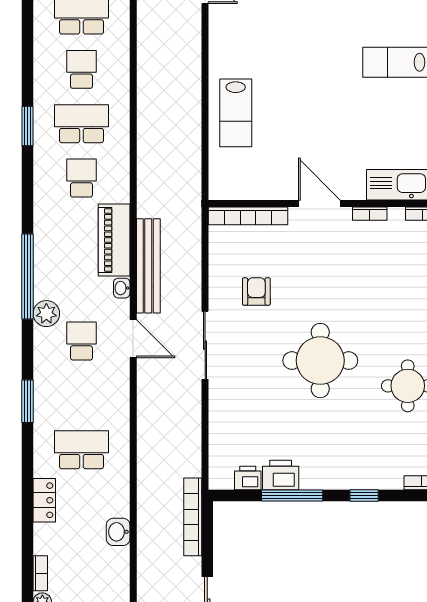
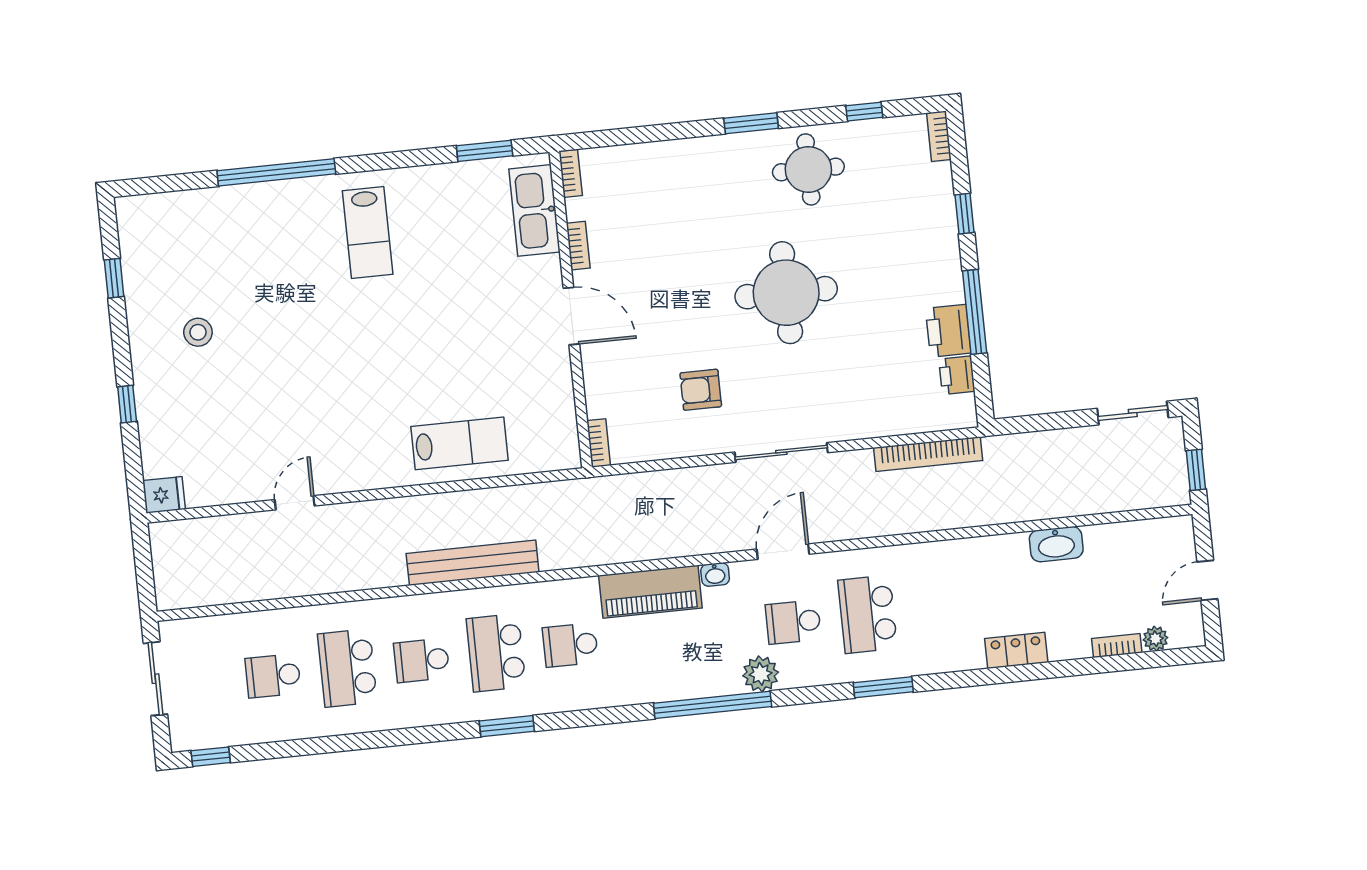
door: (319, 203) -> (571, 316), swing flipped
bookcase: (248, 216) -> (599, 443), width x0.43, depth x0.76
bench: (148, 266) -> (473, 563), moved
school desk: (81, 450) -> (868, 614), moved
bookcase: (193, 517) -> (928, 454), moved
washbasin: (118, 532) -> (1056, 544), width x1.38

